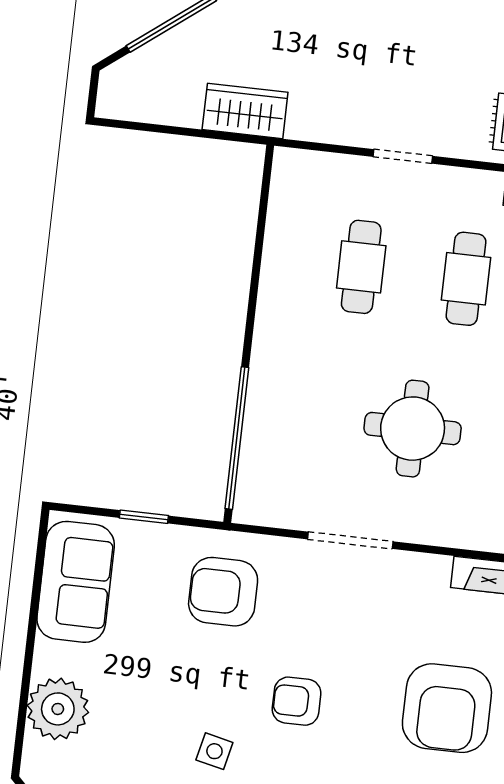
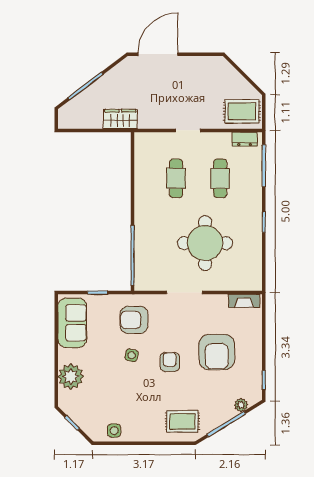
round table: (413, 429) -> (205, 243), width x1.36, depth x1.36
armchair: (297, 701) -> (170, 362), turned 90
armchair: (447, 708) -> (217, 352), moved
side table: (214, 751) -> (132, 355), moved

